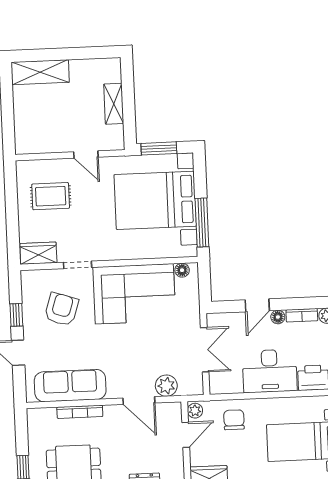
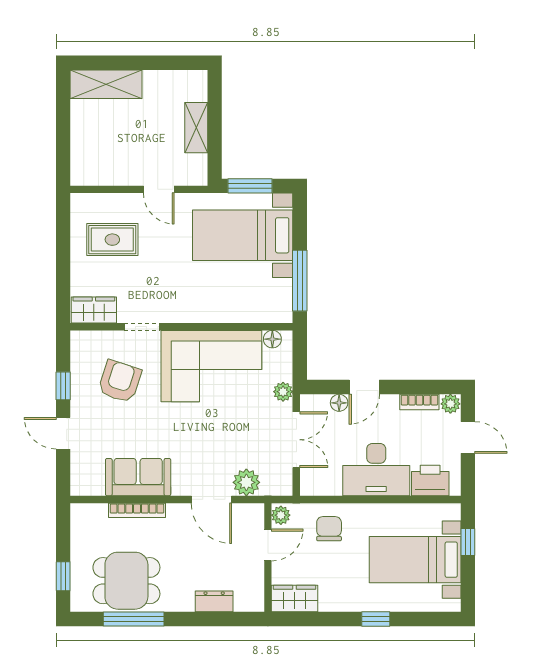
bed with nightstands: (155, 200) -> (243, 235), width x0.73
plant: (192, 312) -> (283, 392), added
floor lamp: (278, 317) -> (339, 403), moved
sofa: (70, 386) -> (138, 477), width x0.73

